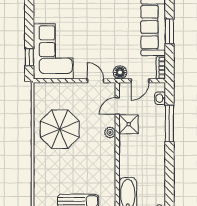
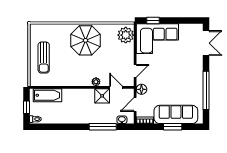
door: (140, 81) -> (135, 104), hinge flipped
plant: (49, 93) -> (126, 35), added
parasol: (60, 129) -> (85, 40), moved

